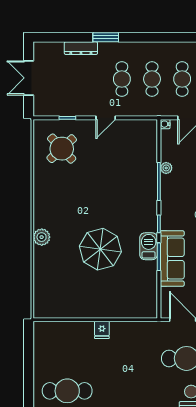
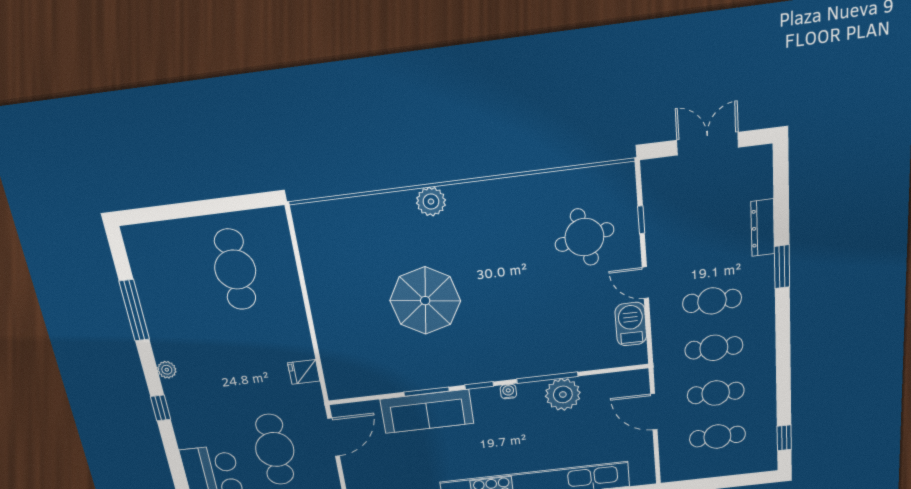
water cooler: (165, 124) -> (508, 392), moved
round table: (62, 149) -> (584, 237), moved, turned 31
plant: (166, 168) -> (563, 394), width x1.88, depth x1.88
barbecue: (149, 246) -> (631, 324), moved, turned -90
fridge: (102, 330) -> (304, 372), moved
cafe table: (67, 391) -> (235, 270), moved

